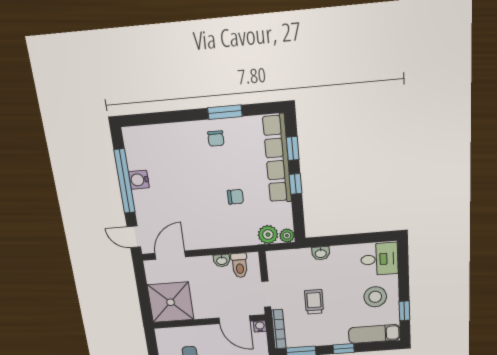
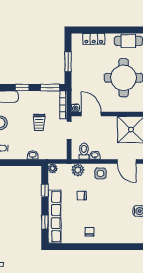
window: (225, 112) -> (82, 247), removed
window: (296, 184) -> (45, 190), moved
side table: (209, 234) -> (100, 173), added
plant: (268, 235) -> (78, 170), moved
door: (170, 255) -> (127, 162), hinge flipped

